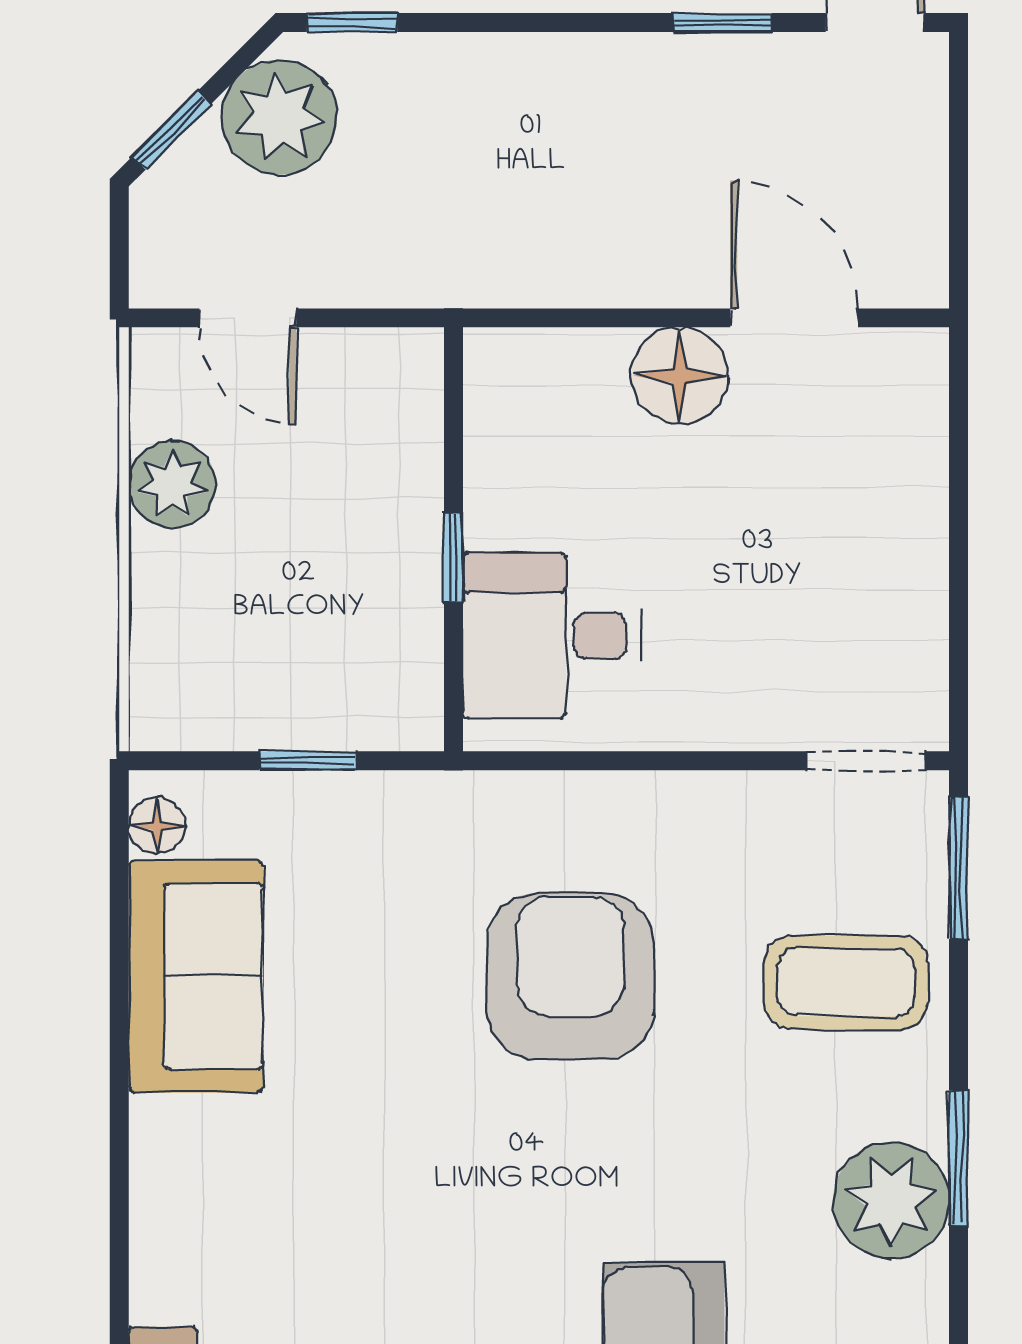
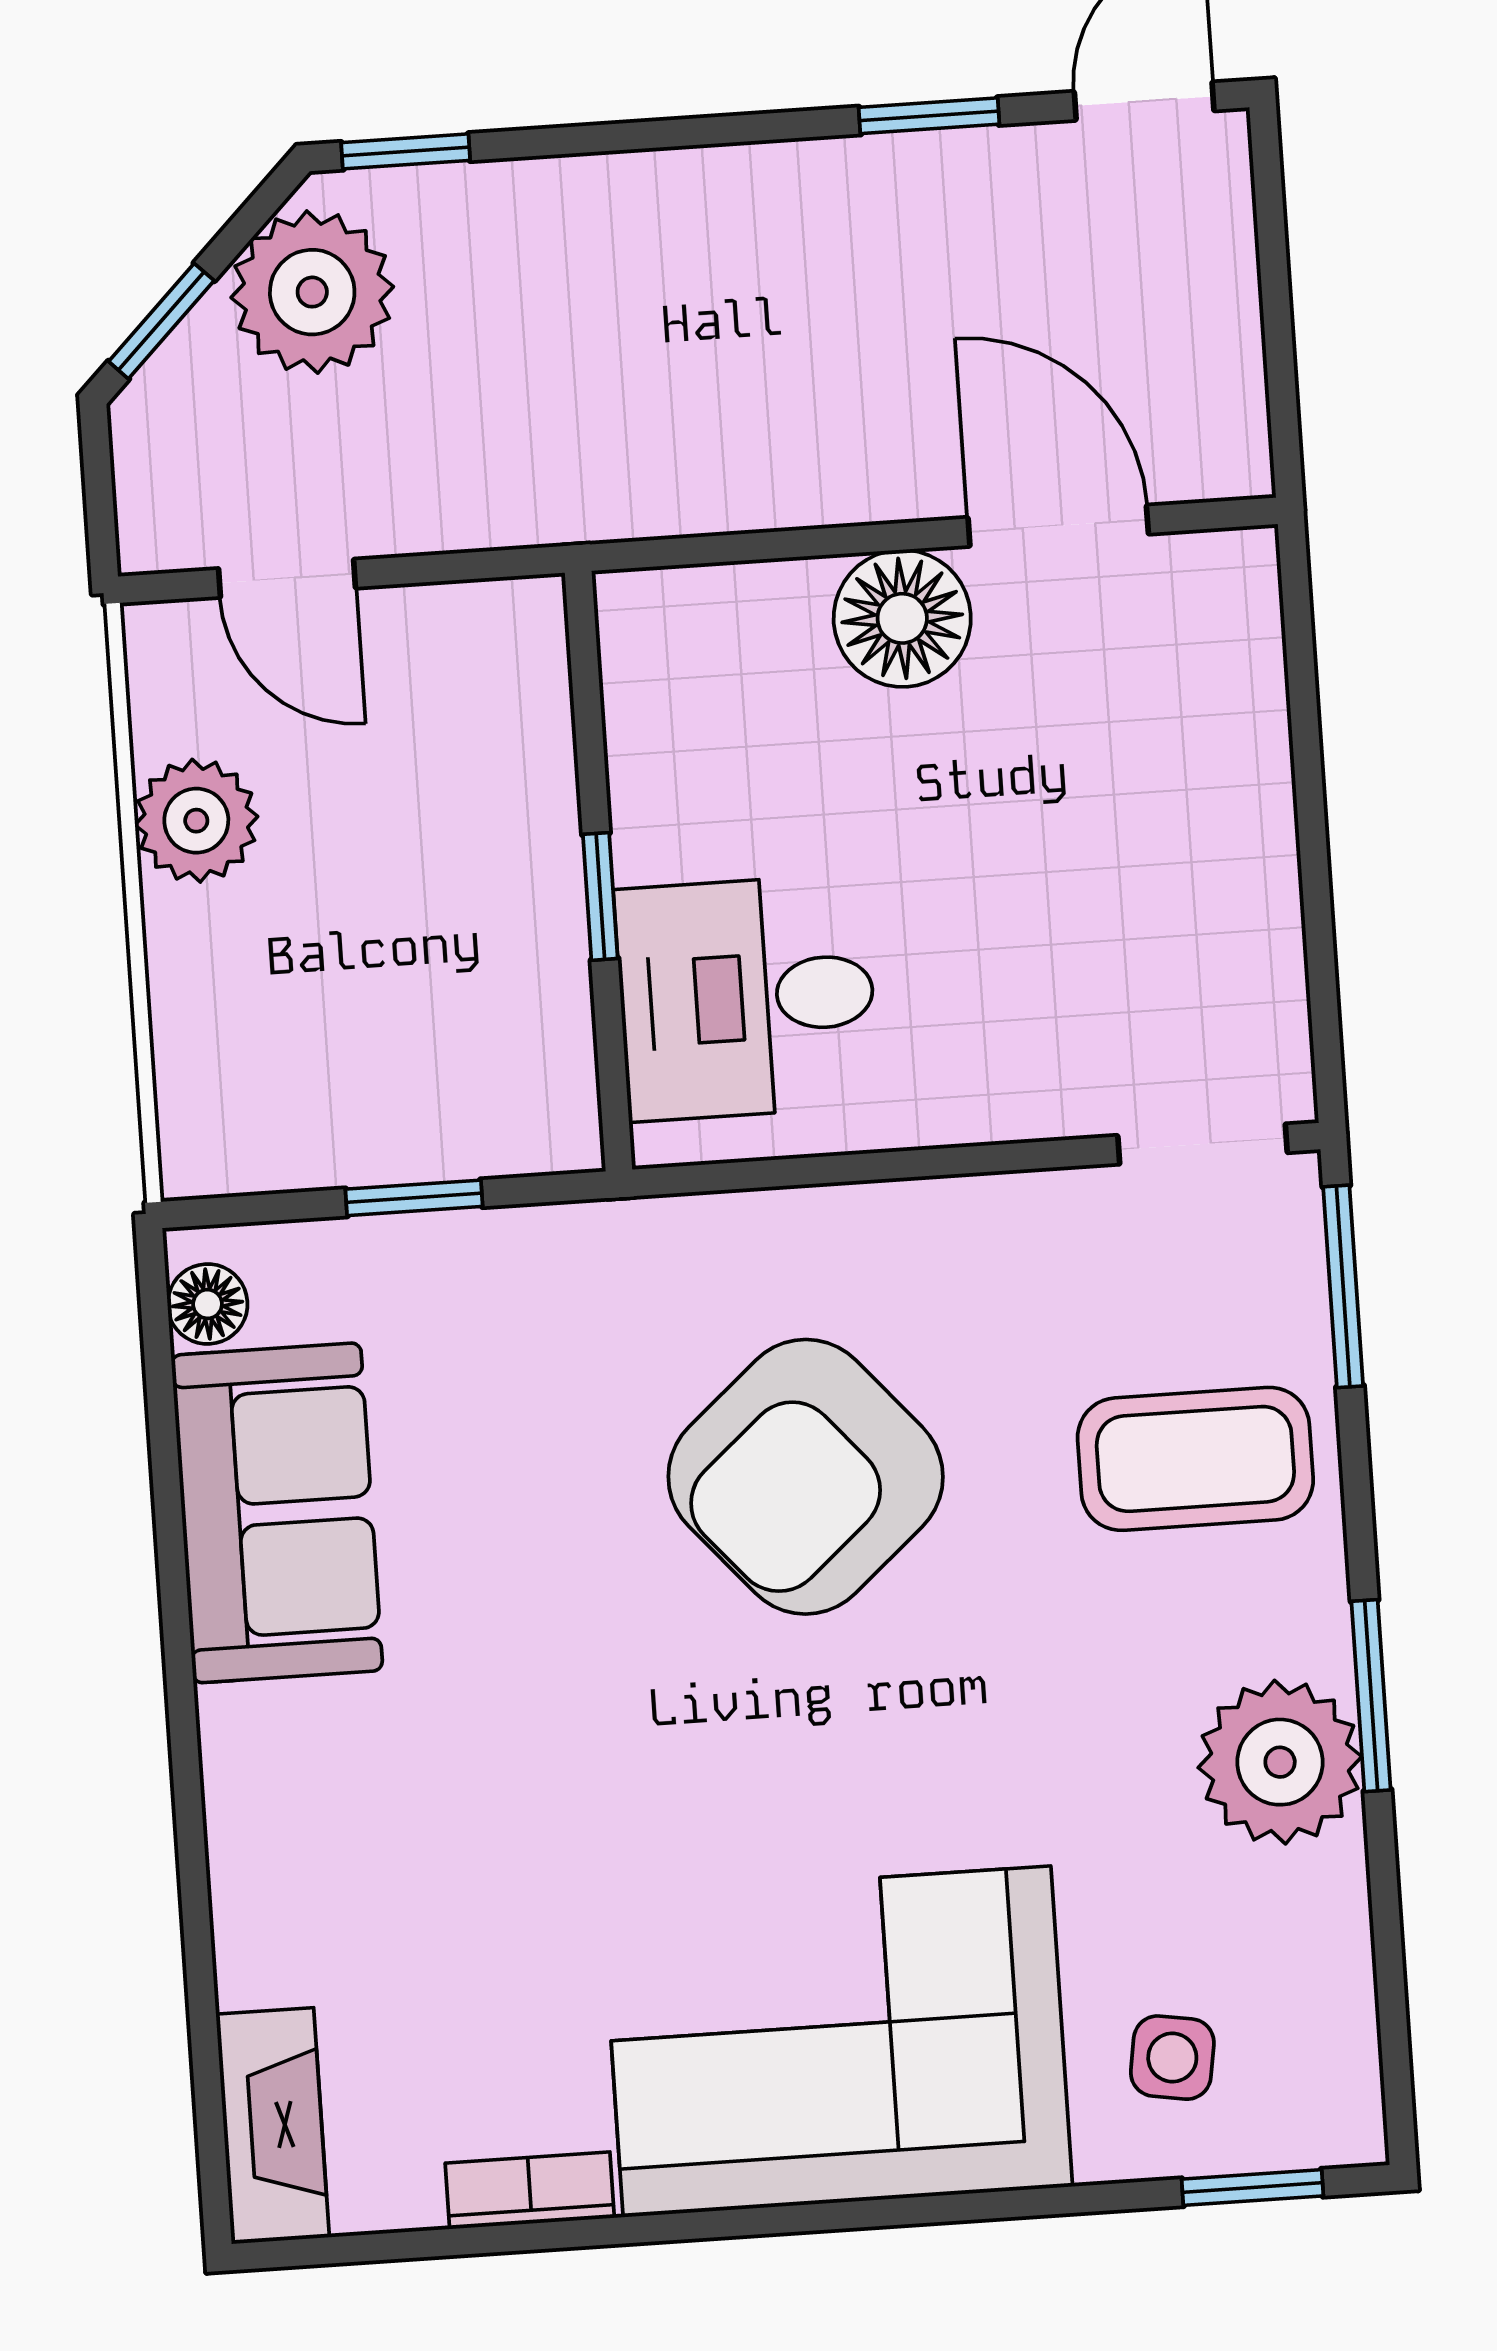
armchair: (570, 976) -> (806, 1477), turned -131

